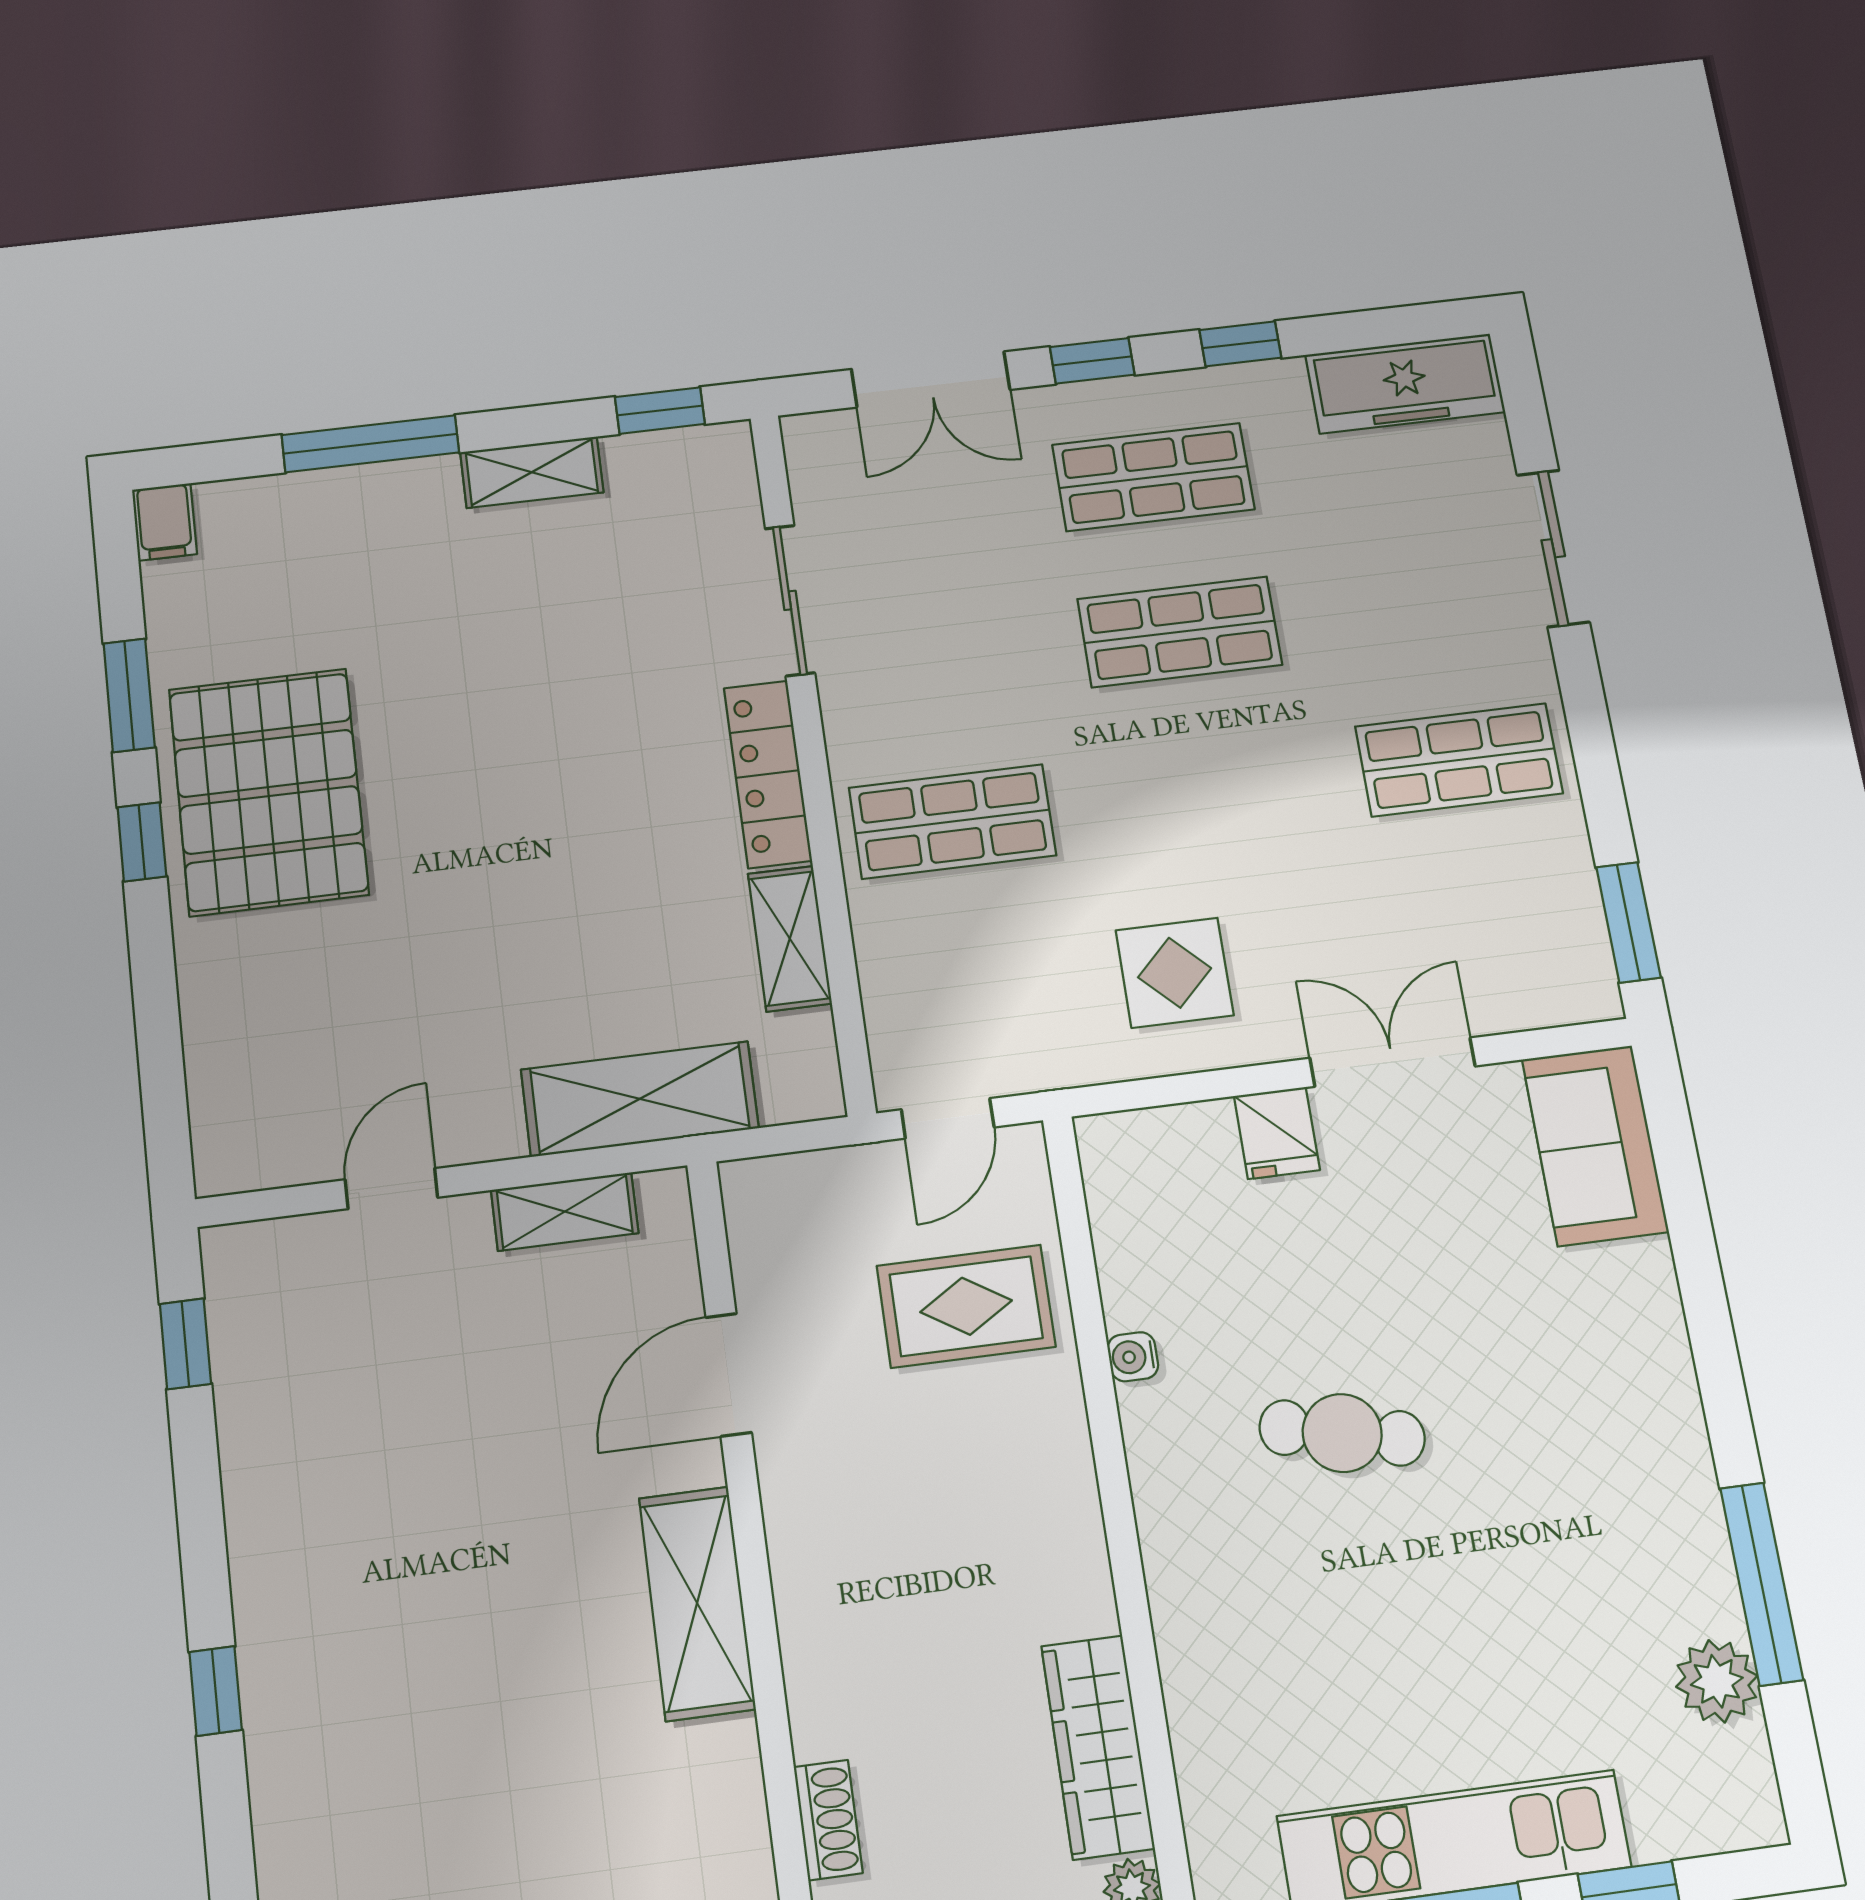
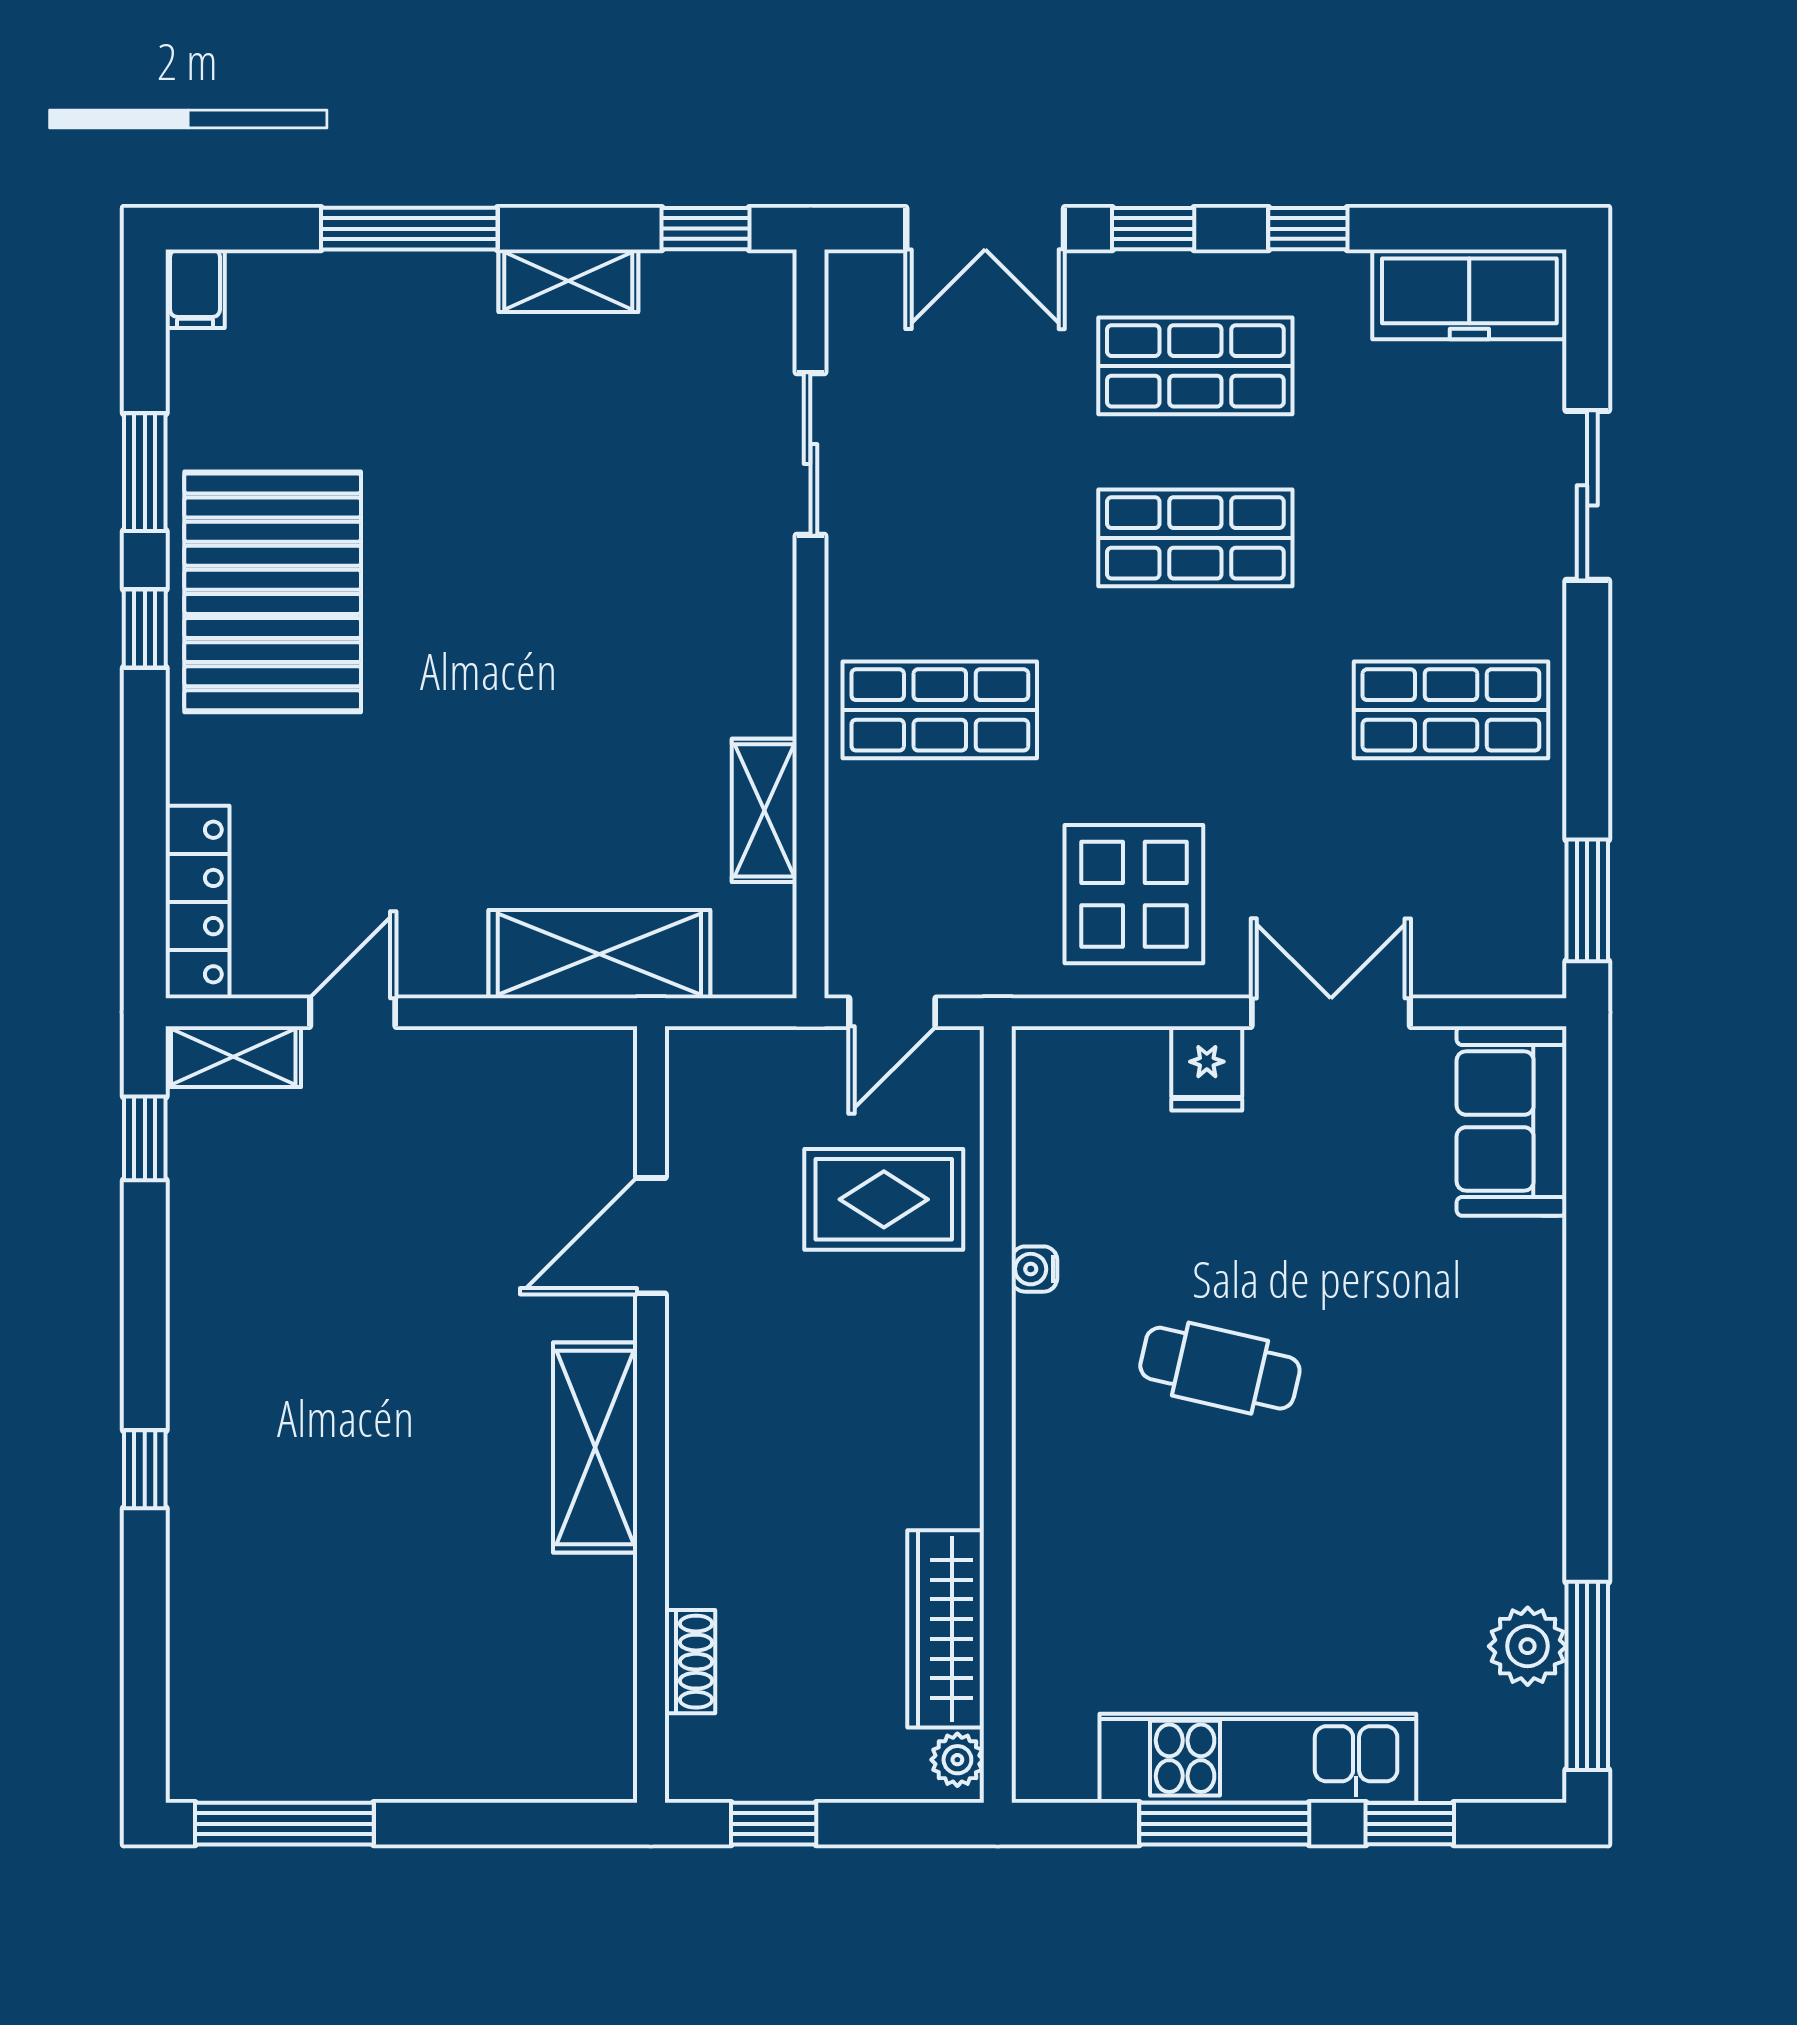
locker: (768, 774) -> (197, 902), moved, turned 180
display table: (1175, 973) -> (1134, 894), width x1.36, depth x1.36
shelving: (565, 1212) -> (233, 1057), moved
window: (1761, 1584) -> (1587, 1676), moved

